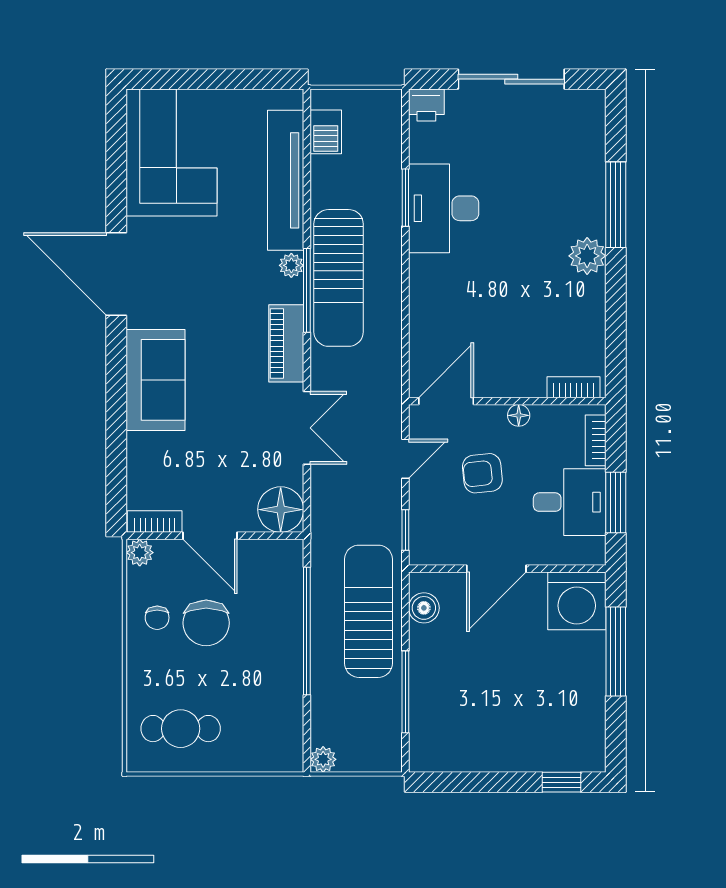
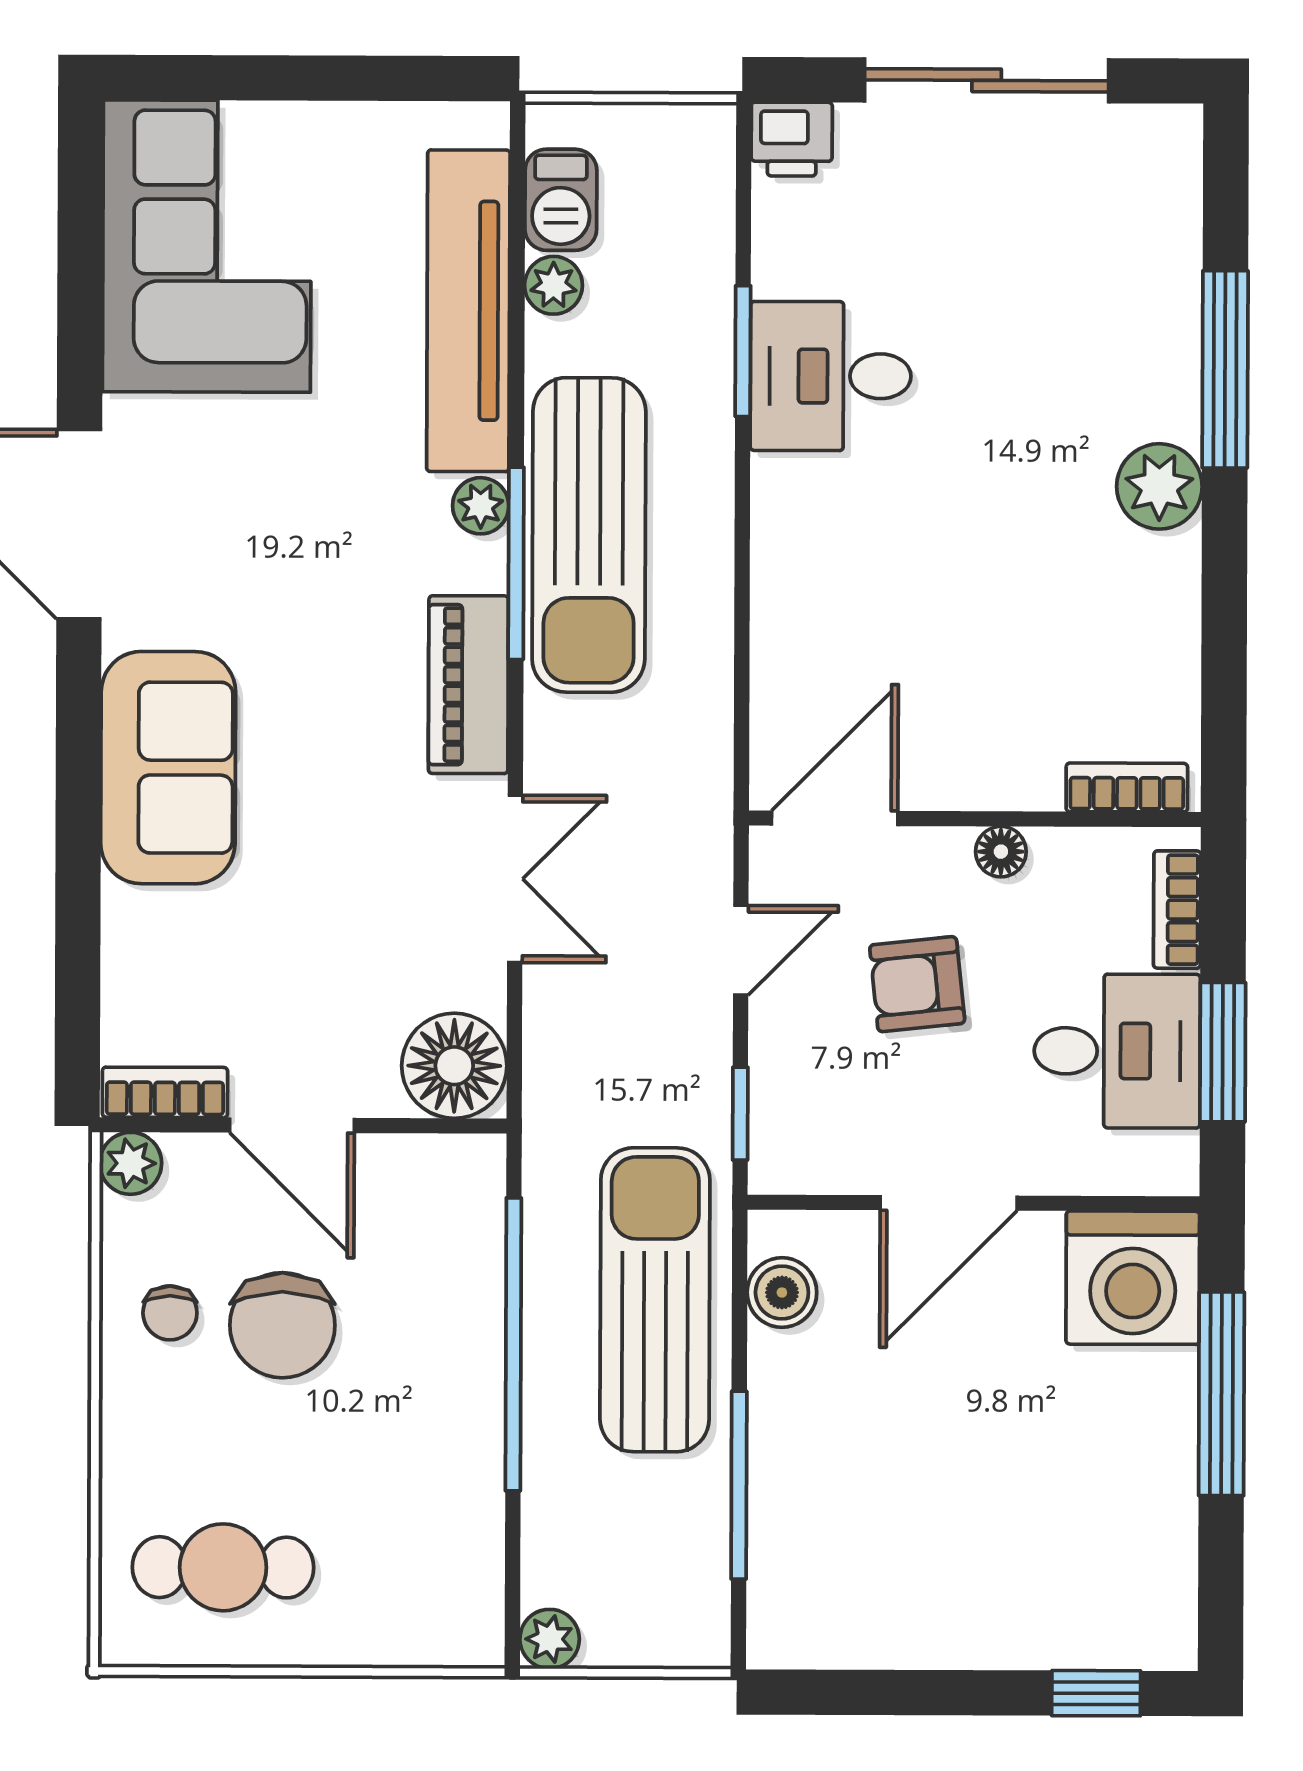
plant: (323, 169) -> (554, 285), added
desk: (444, 208) -> (831, 376), width x0.73

